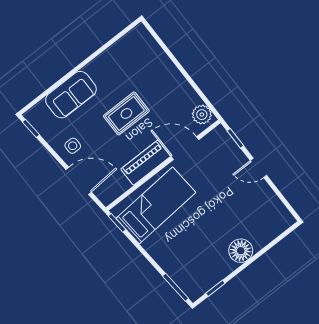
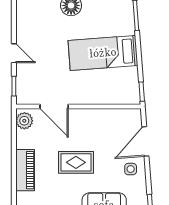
piano: (146, 163) -> (25, 170), moved, turned -90
door: (79, 181) -> (145, 141), hinge flipped
bed: (156, 205) -> (103, 53), moved

